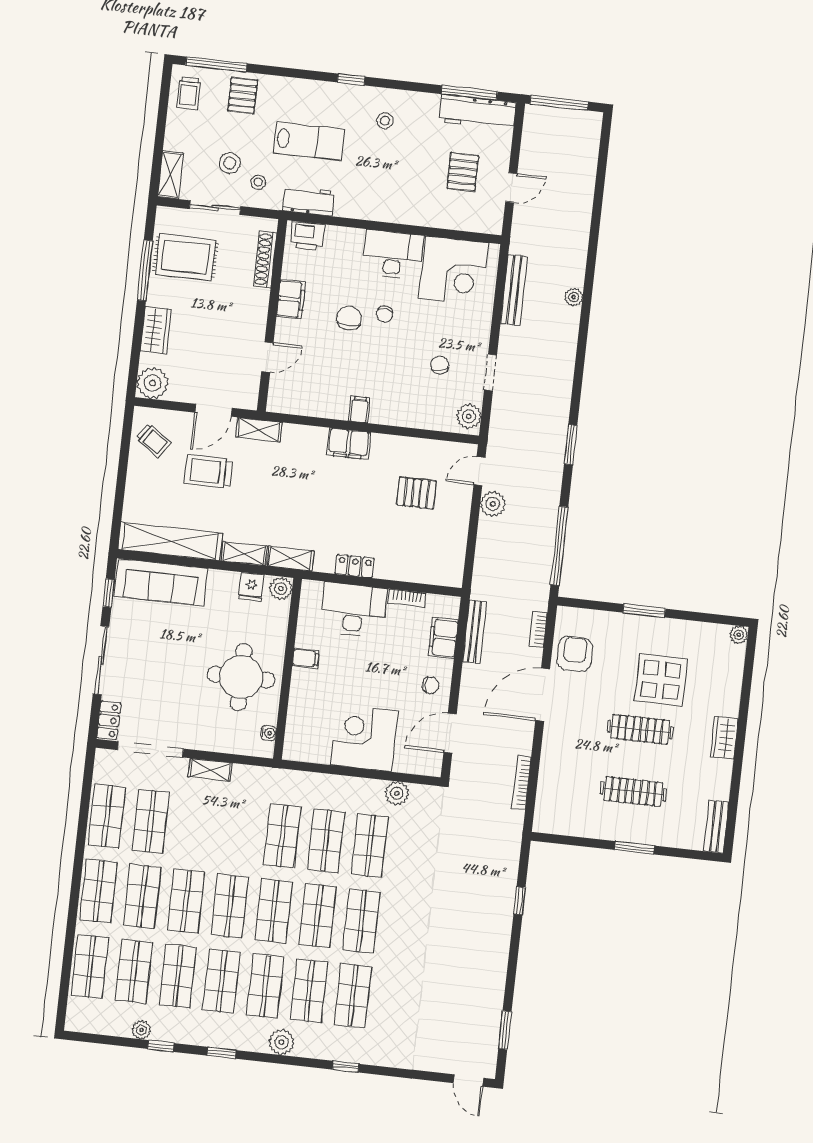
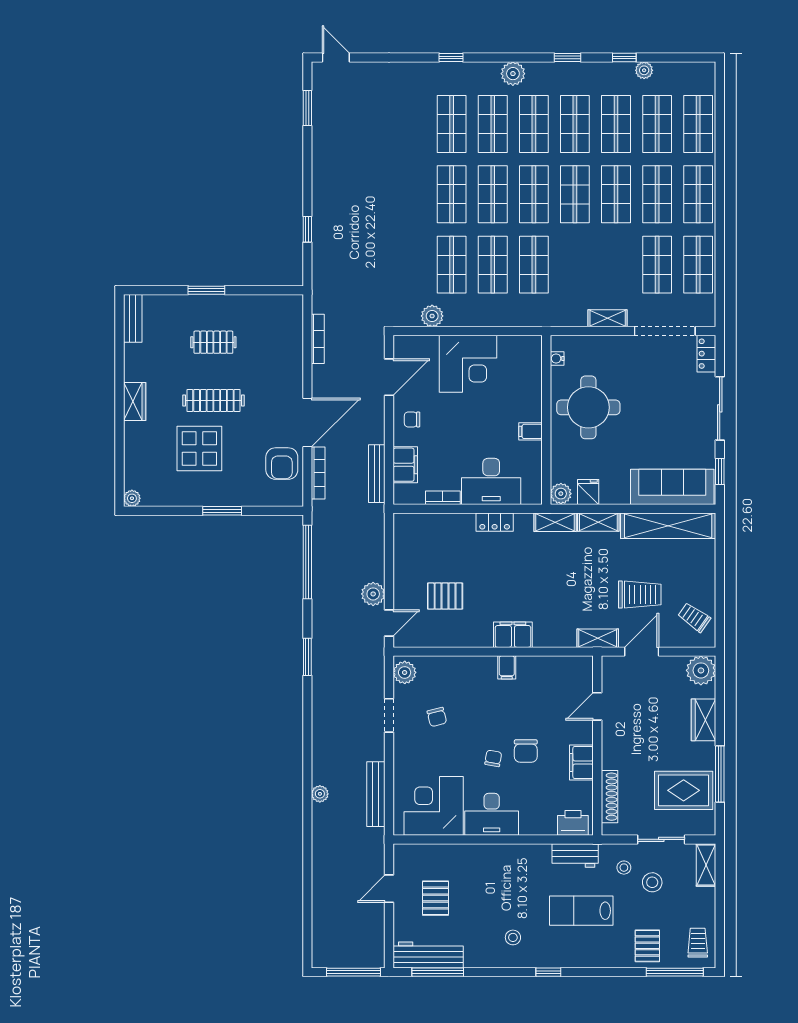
bookcase: (538, 629) -> (318, 473), width x1.56
clothes rail: (633, 791) -> (213, 342), width x0.73

